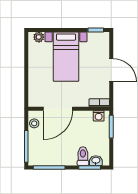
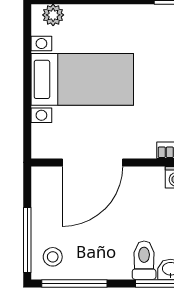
bed with nightstands: (66, 57) -> (82, 79), moved, turned -90
stool: (34, 123) -> (53, 257), moved

